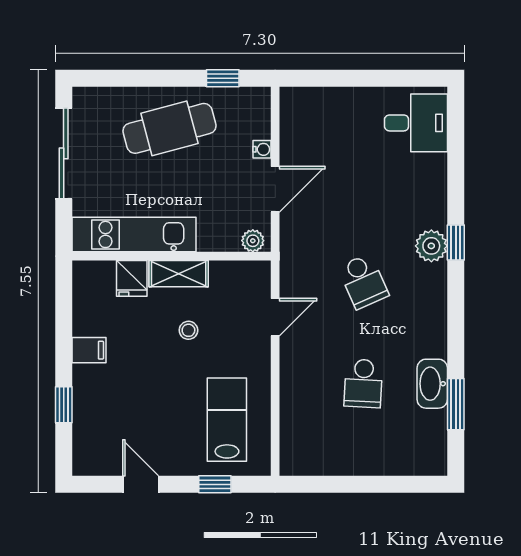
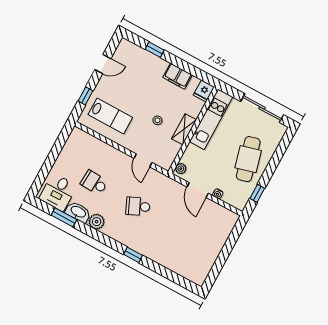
desk: (416, 123) -> (58, 192), moved
plant: (431, 246) -> (97, 222), moved
fridge: (132, 278) -> (204, 91), moved, turned -90
filing cabinet: (89, 350) -> (178, 76), width x2.00

